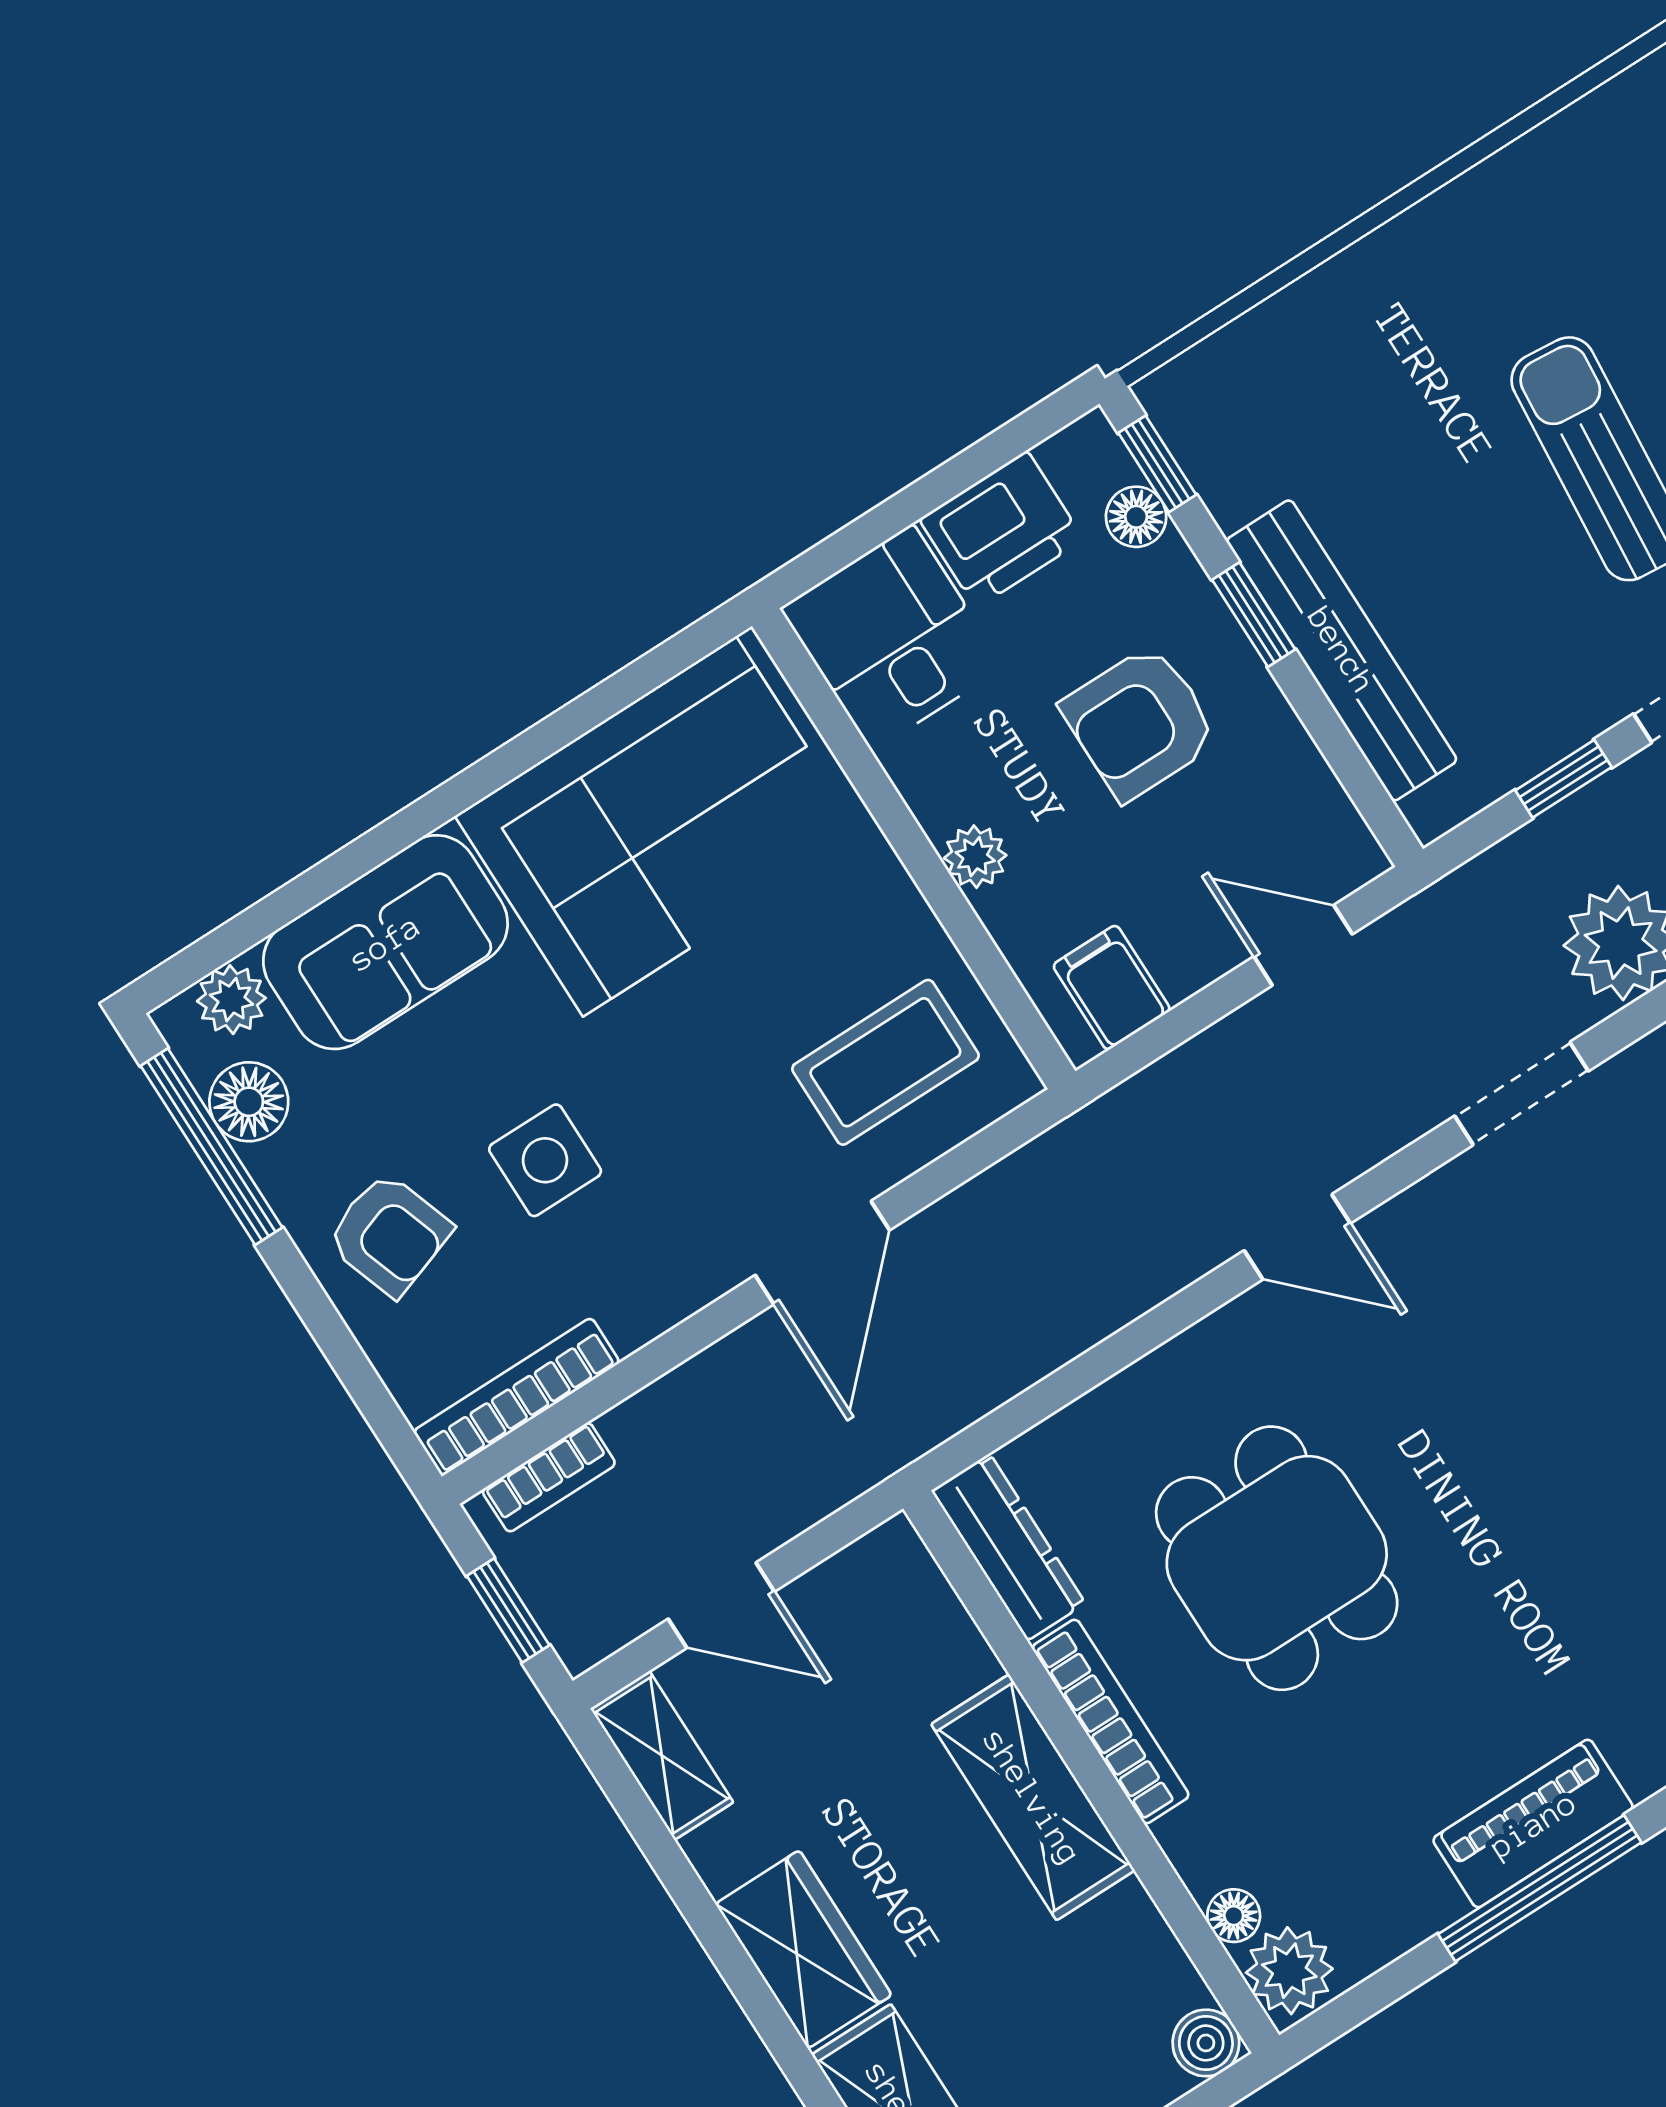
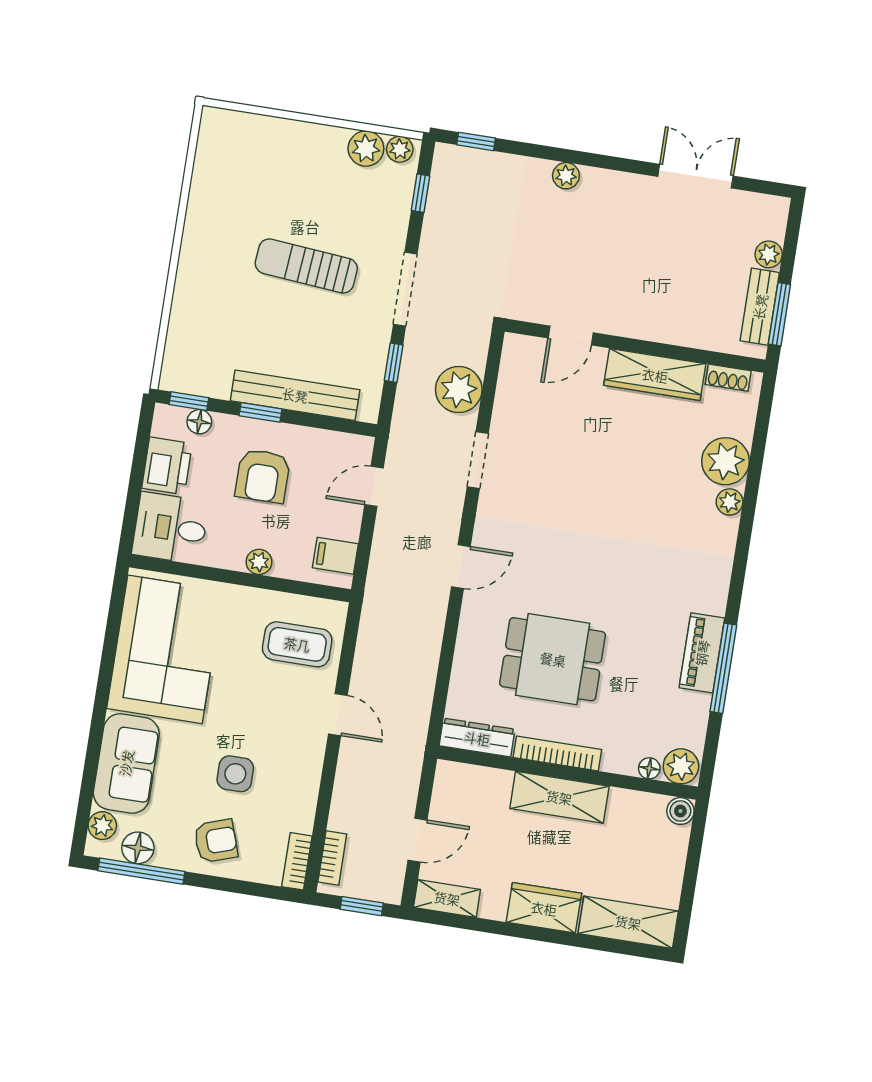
coffee table: (885, 1062) -> (297, 644), turned 90
door: (822, 1253) -> (338, 715), width x0.73
bookcase: (517, 1397) -> (297, 861), width x0.64

